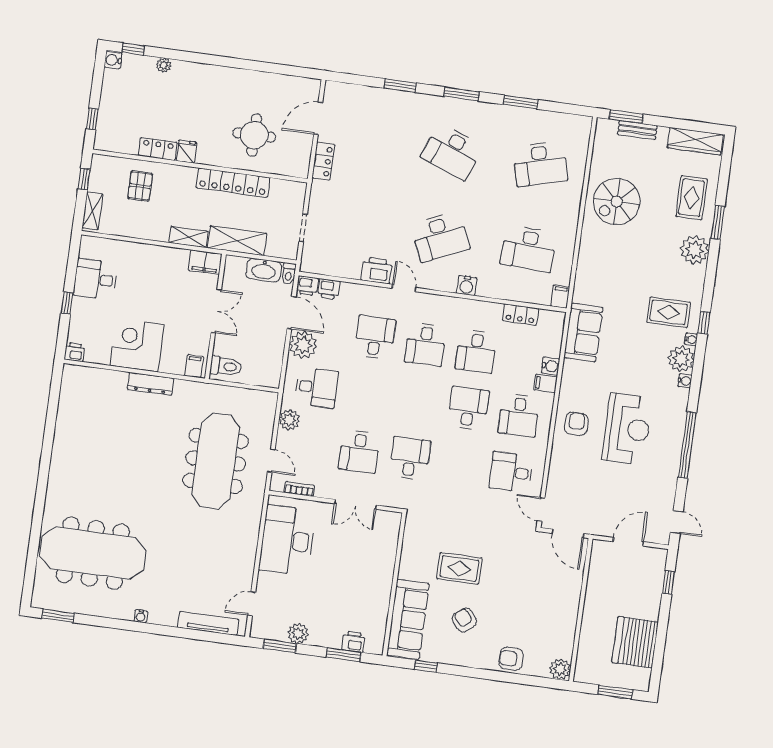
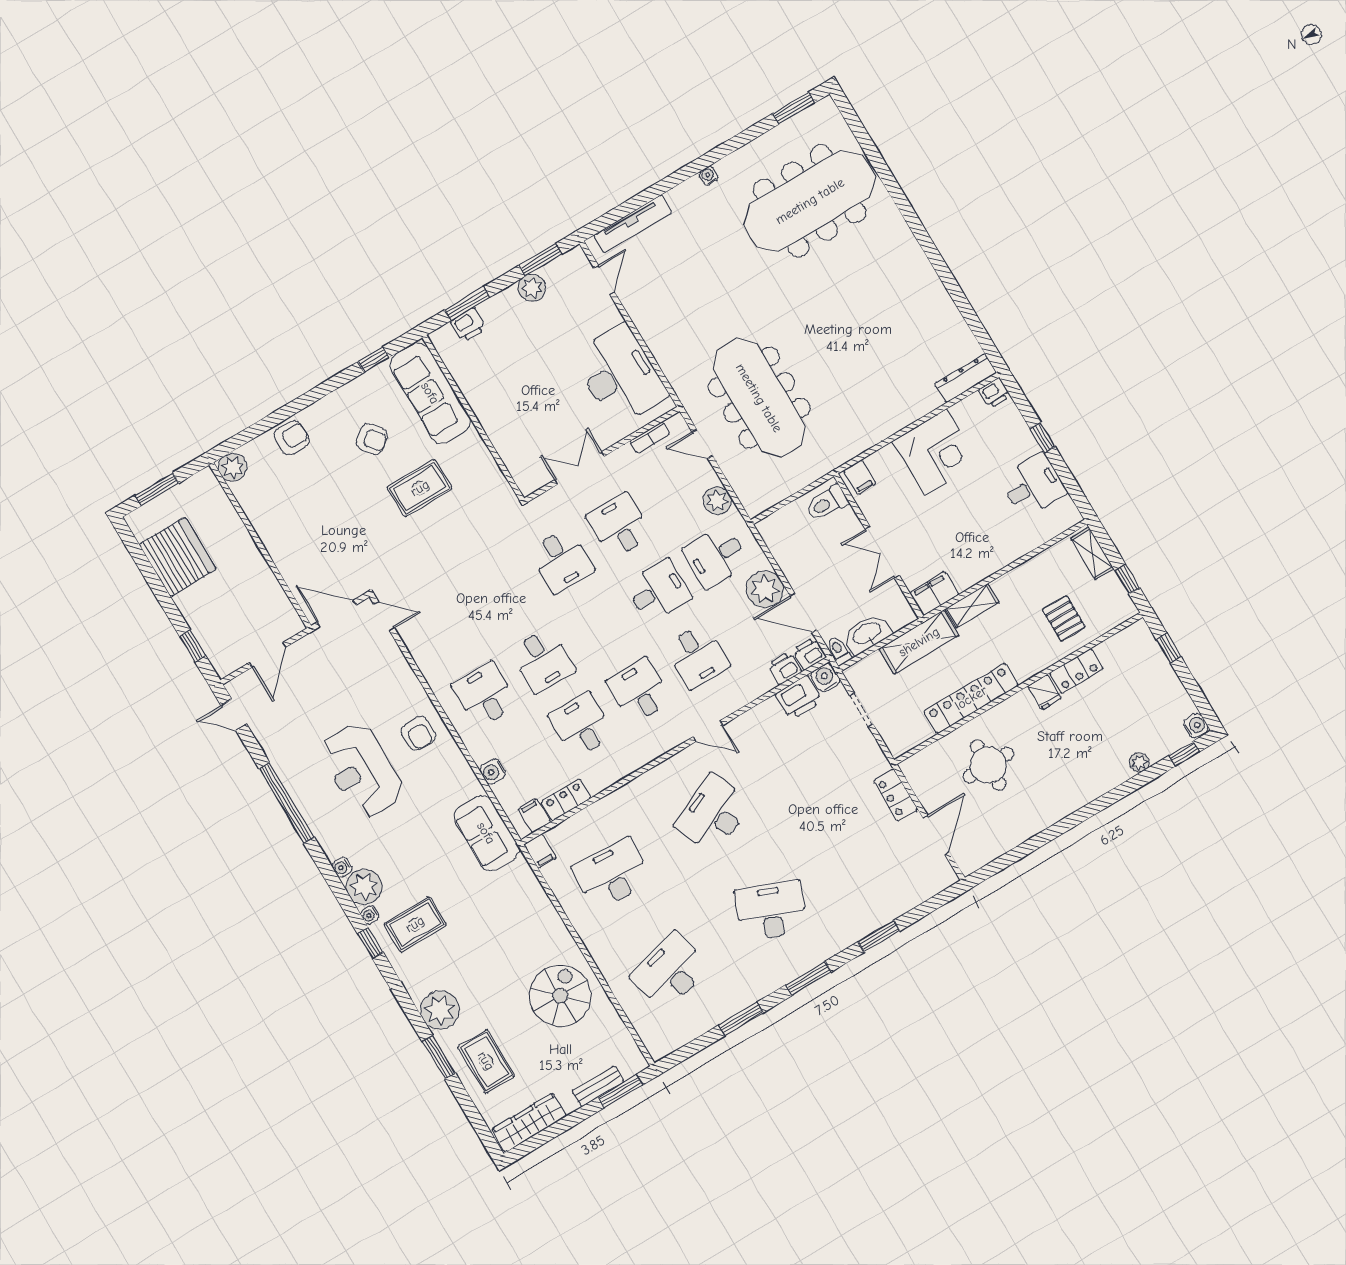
printer: (377, 270) -> (799, 698), moved
water cooler: (467, 285) -> (825, 678), moved
filing cabinet: (545, 383) -> (534, 816), moved, turned -90
dresser: (150, 384) -> (966, 378), moved
desk: (511, 472) -> (658, 591), moved

